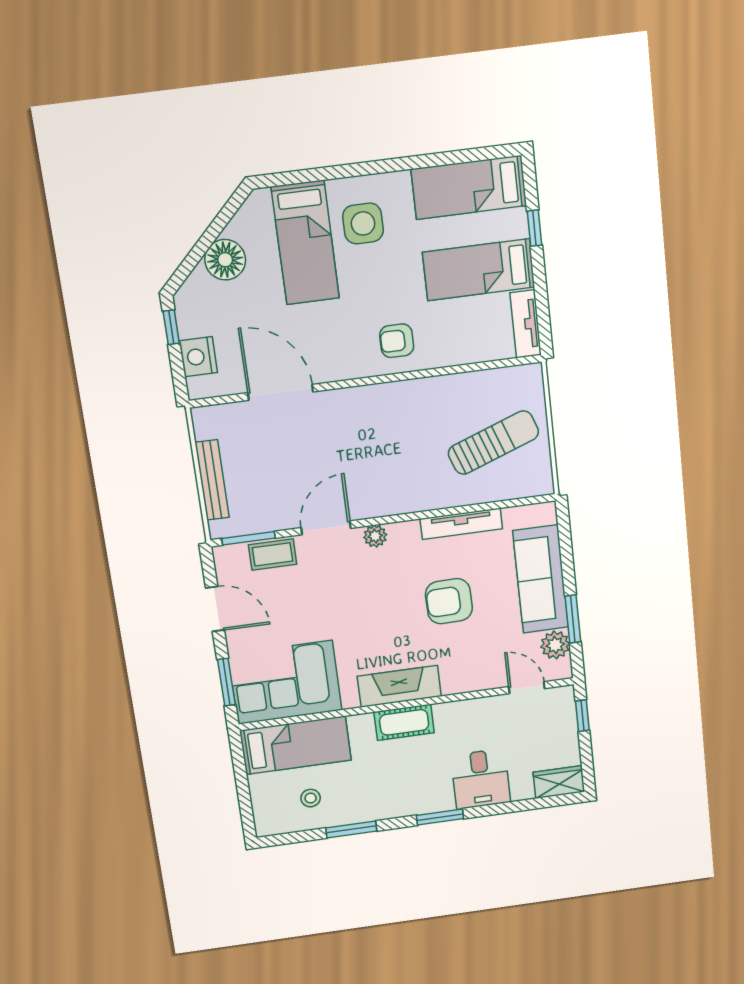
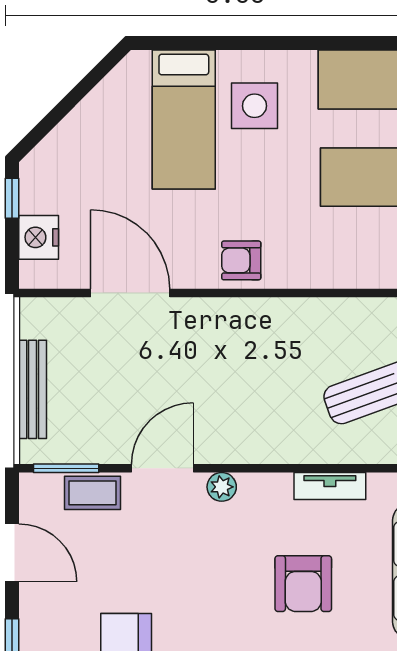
floor lamp: (225, 260) -> (87, 127), removed
armchair: (397, 341) -> (241, 260), moved
tv unit: (461, 524) -> (330, 486), width x0.71
armchair: (449, 601) -> (303, 584), turned -89

